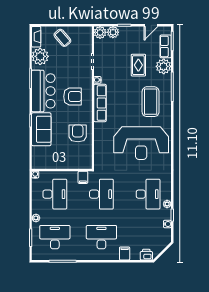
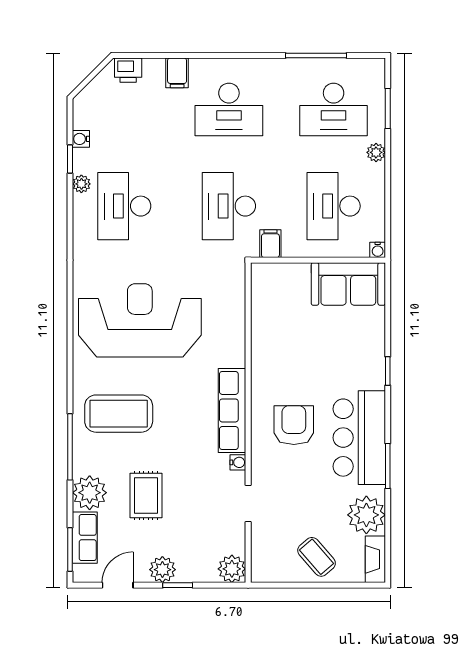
plant: (113, 32) -> (162, 570), moved
armchair: (73, 97) -> (294, 425), turned 90
coffee table: (151, 102) -> (119, 414), turned 90
sofa: (41, 129) -> (348, 284), moved, turned -90
armchair: (78, 133) -> (282, 342), removed

